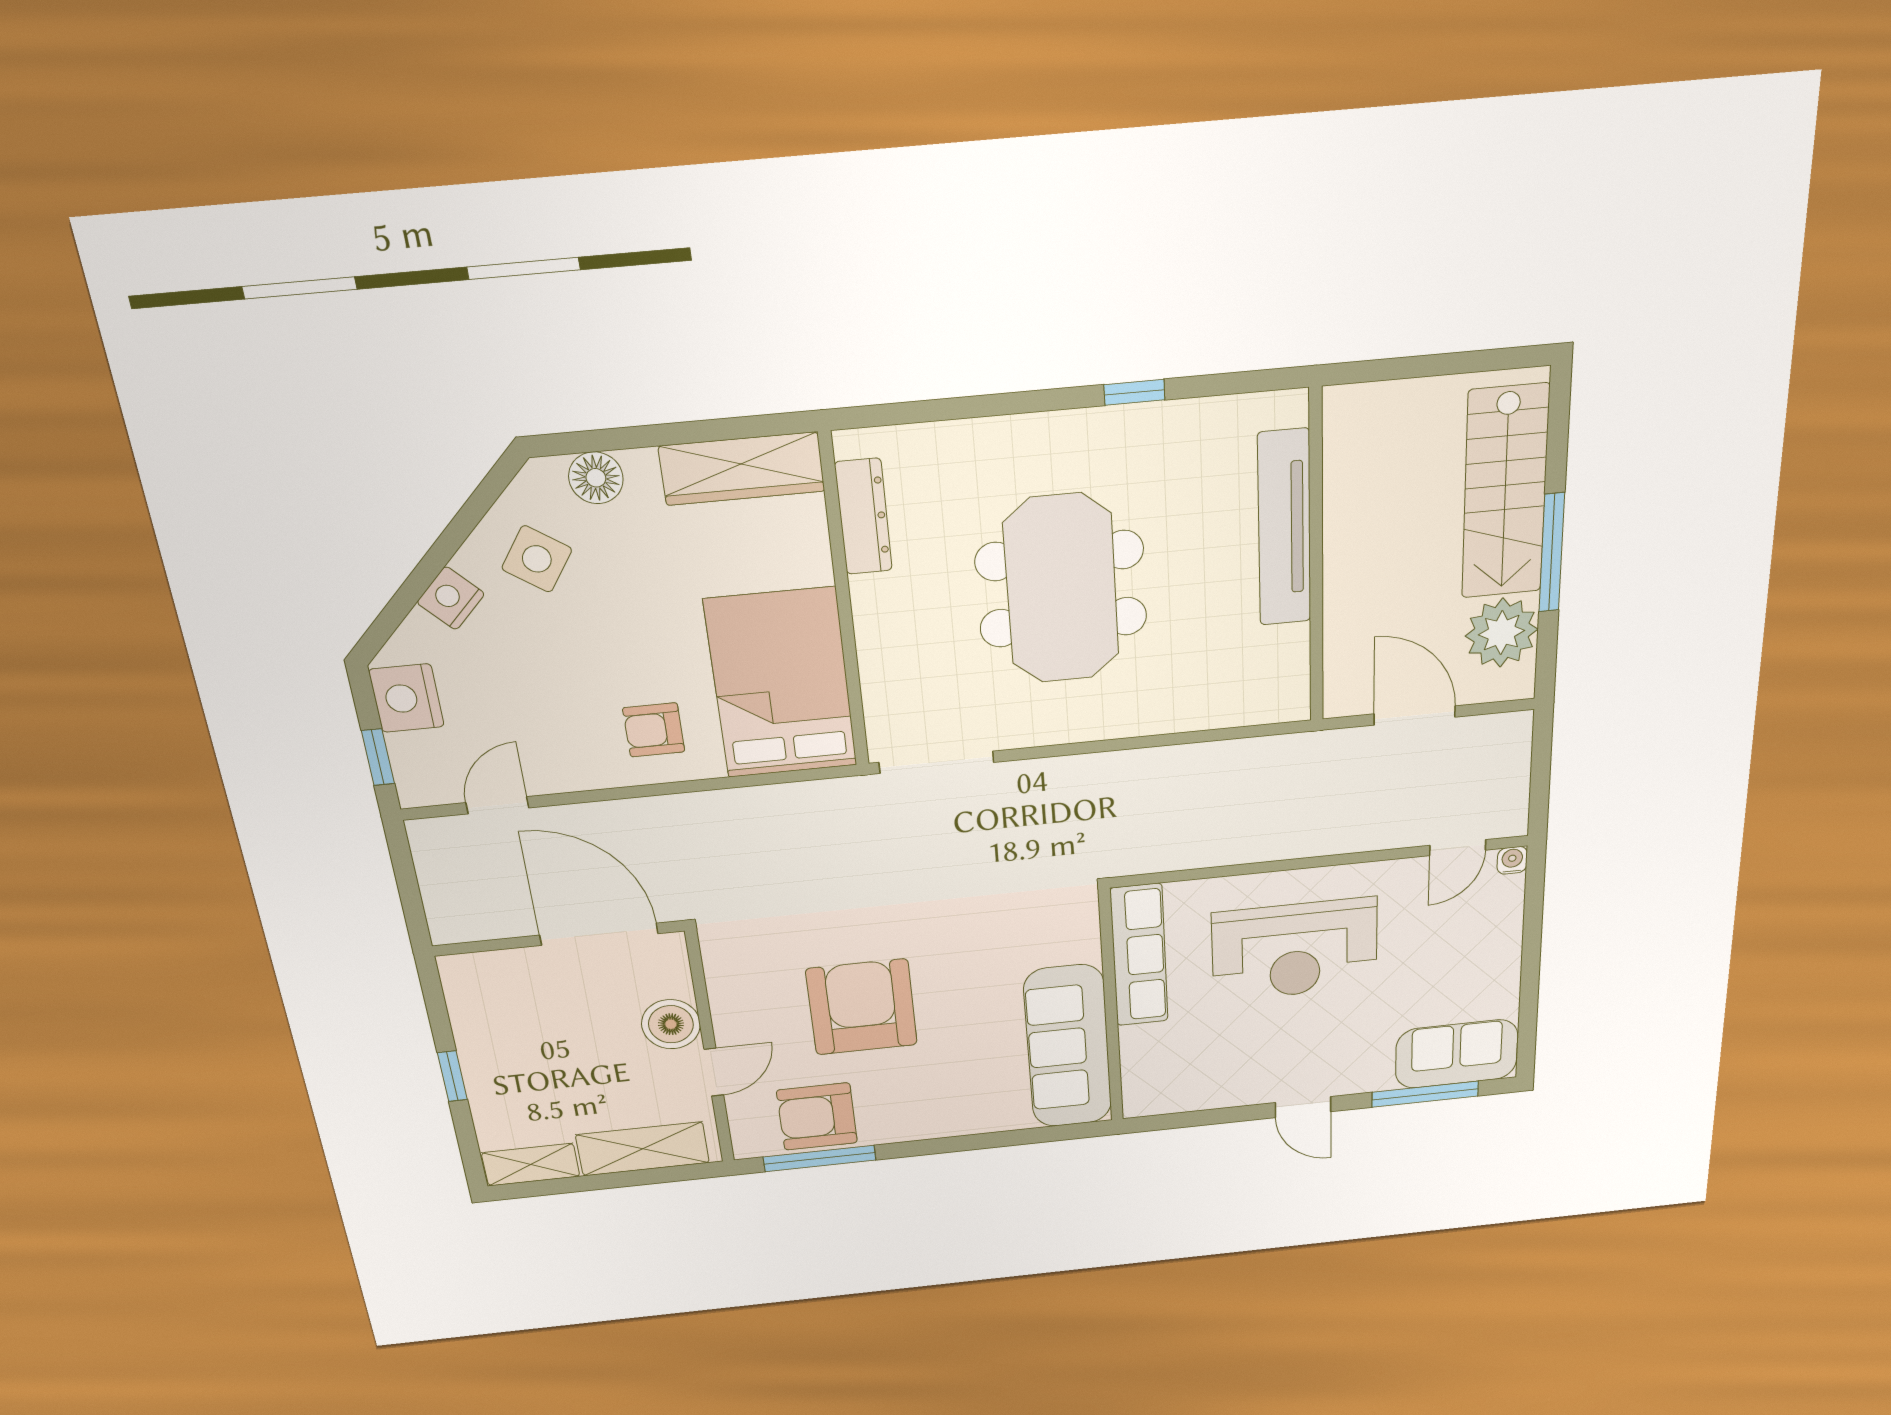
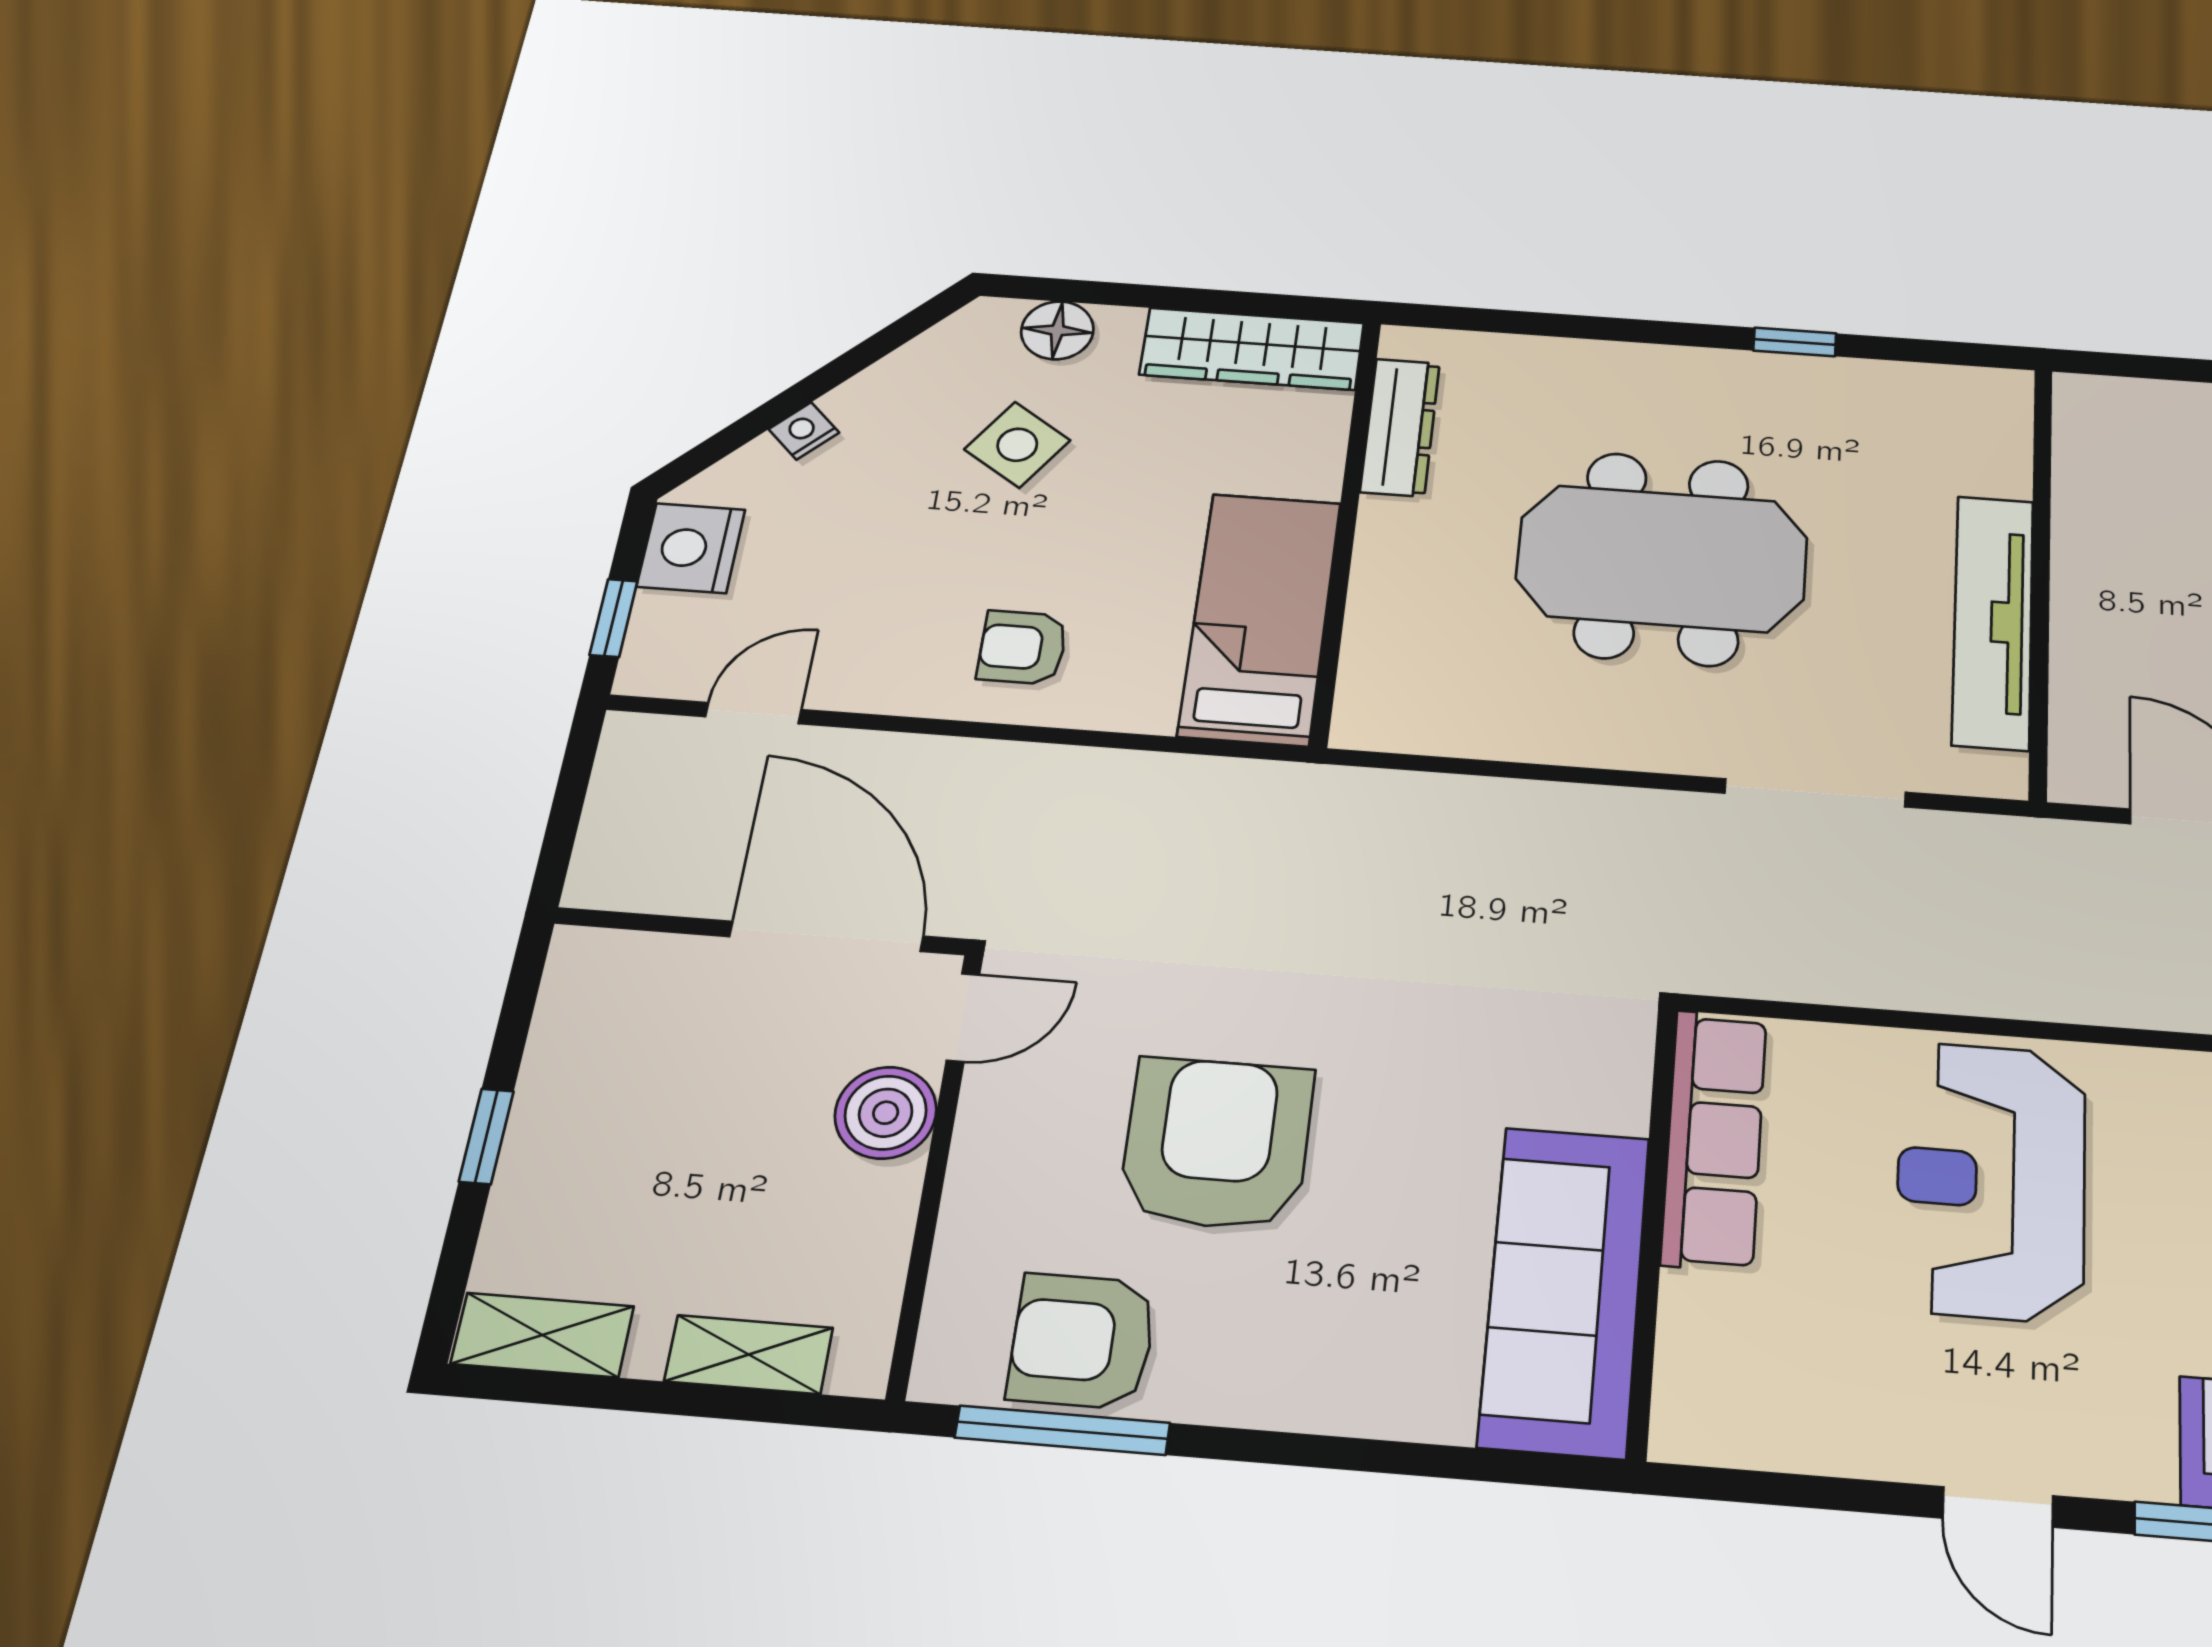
tv unit: (1284, 528) -> (1993, 622), moved
side table: (537, 559) -> (1017, 445), moved
meeting table: (1061, 589) -> (1662, 558), turned 90
nightstand: (451, 598) -> (804, 431), width x0.72, depth x0.74
bed: (781, 683) -> (1260, 618), width x0.67
doorway: (936, 762) -> (1815, 793), moved
reception desk: (1295, 950) -> (1991, 1180), turned 90
door: (714, 1072) -> (963, 1018), moved
shelving: (643, 1149) -> (749, 1355), width x0.67, depth x0.75

